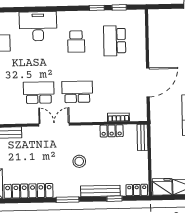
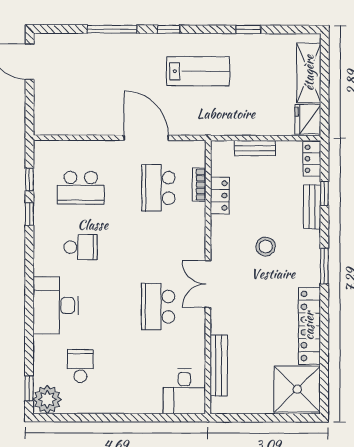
school desk: (77, 92) -> (158, 188), moved
bench: (142, 137) -> (255, 148), moved
bench: (100, 191) -> (312, 207), width x0.73

